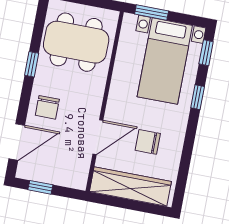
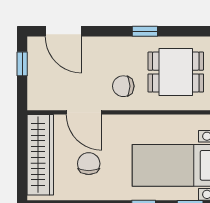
dining table: (76, 42) -> (176, 72), width x0.73
chair: (47, 107) -> (123, 86), moved

